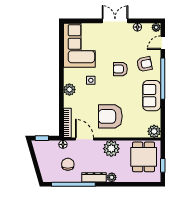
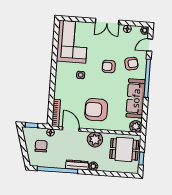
double door: (115, 21) -> (107, 22), swing flipped
plant: (69, 90) -> (60, 82), removed
sofa: (152, 96) -> (136, 98), width x1.36
dining table: (144, 157) -> (124, 149), turned 90
chair: (68, 164) -> (41, 146), moved

